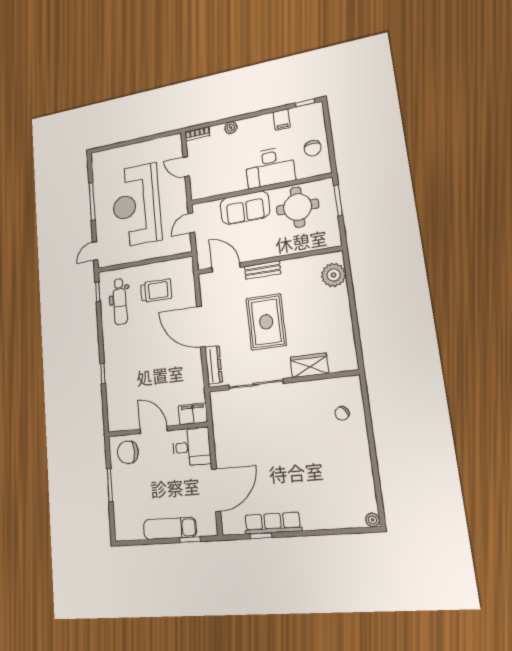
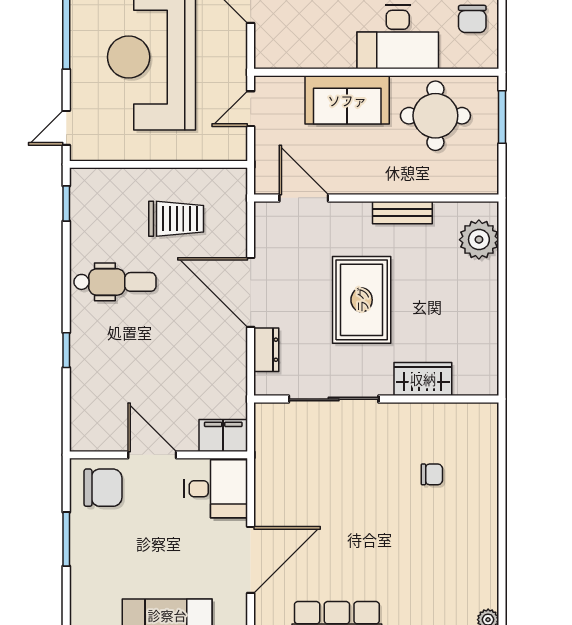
bench: (263, 270) -> (402, 213), moved
dental chair: (120, 302) -> (115, 282), moved, turned -90
dresser: (214, 365) -> (266, 350), width x0.70
chair: (342, 413) -> (432, 474), moved, turned -144
chair: (128, 452) -> (103, 488), turned 180

